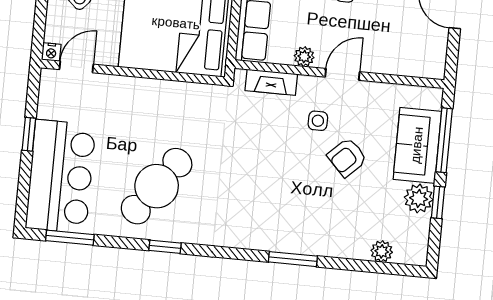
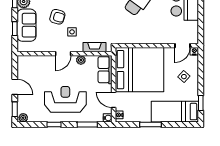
window: (29, 134) -> (201, 13), removed
window: (444, 140) -> (15, 29), width x0.46
armchair: (347, 157) -> (57, 17), turned 60

